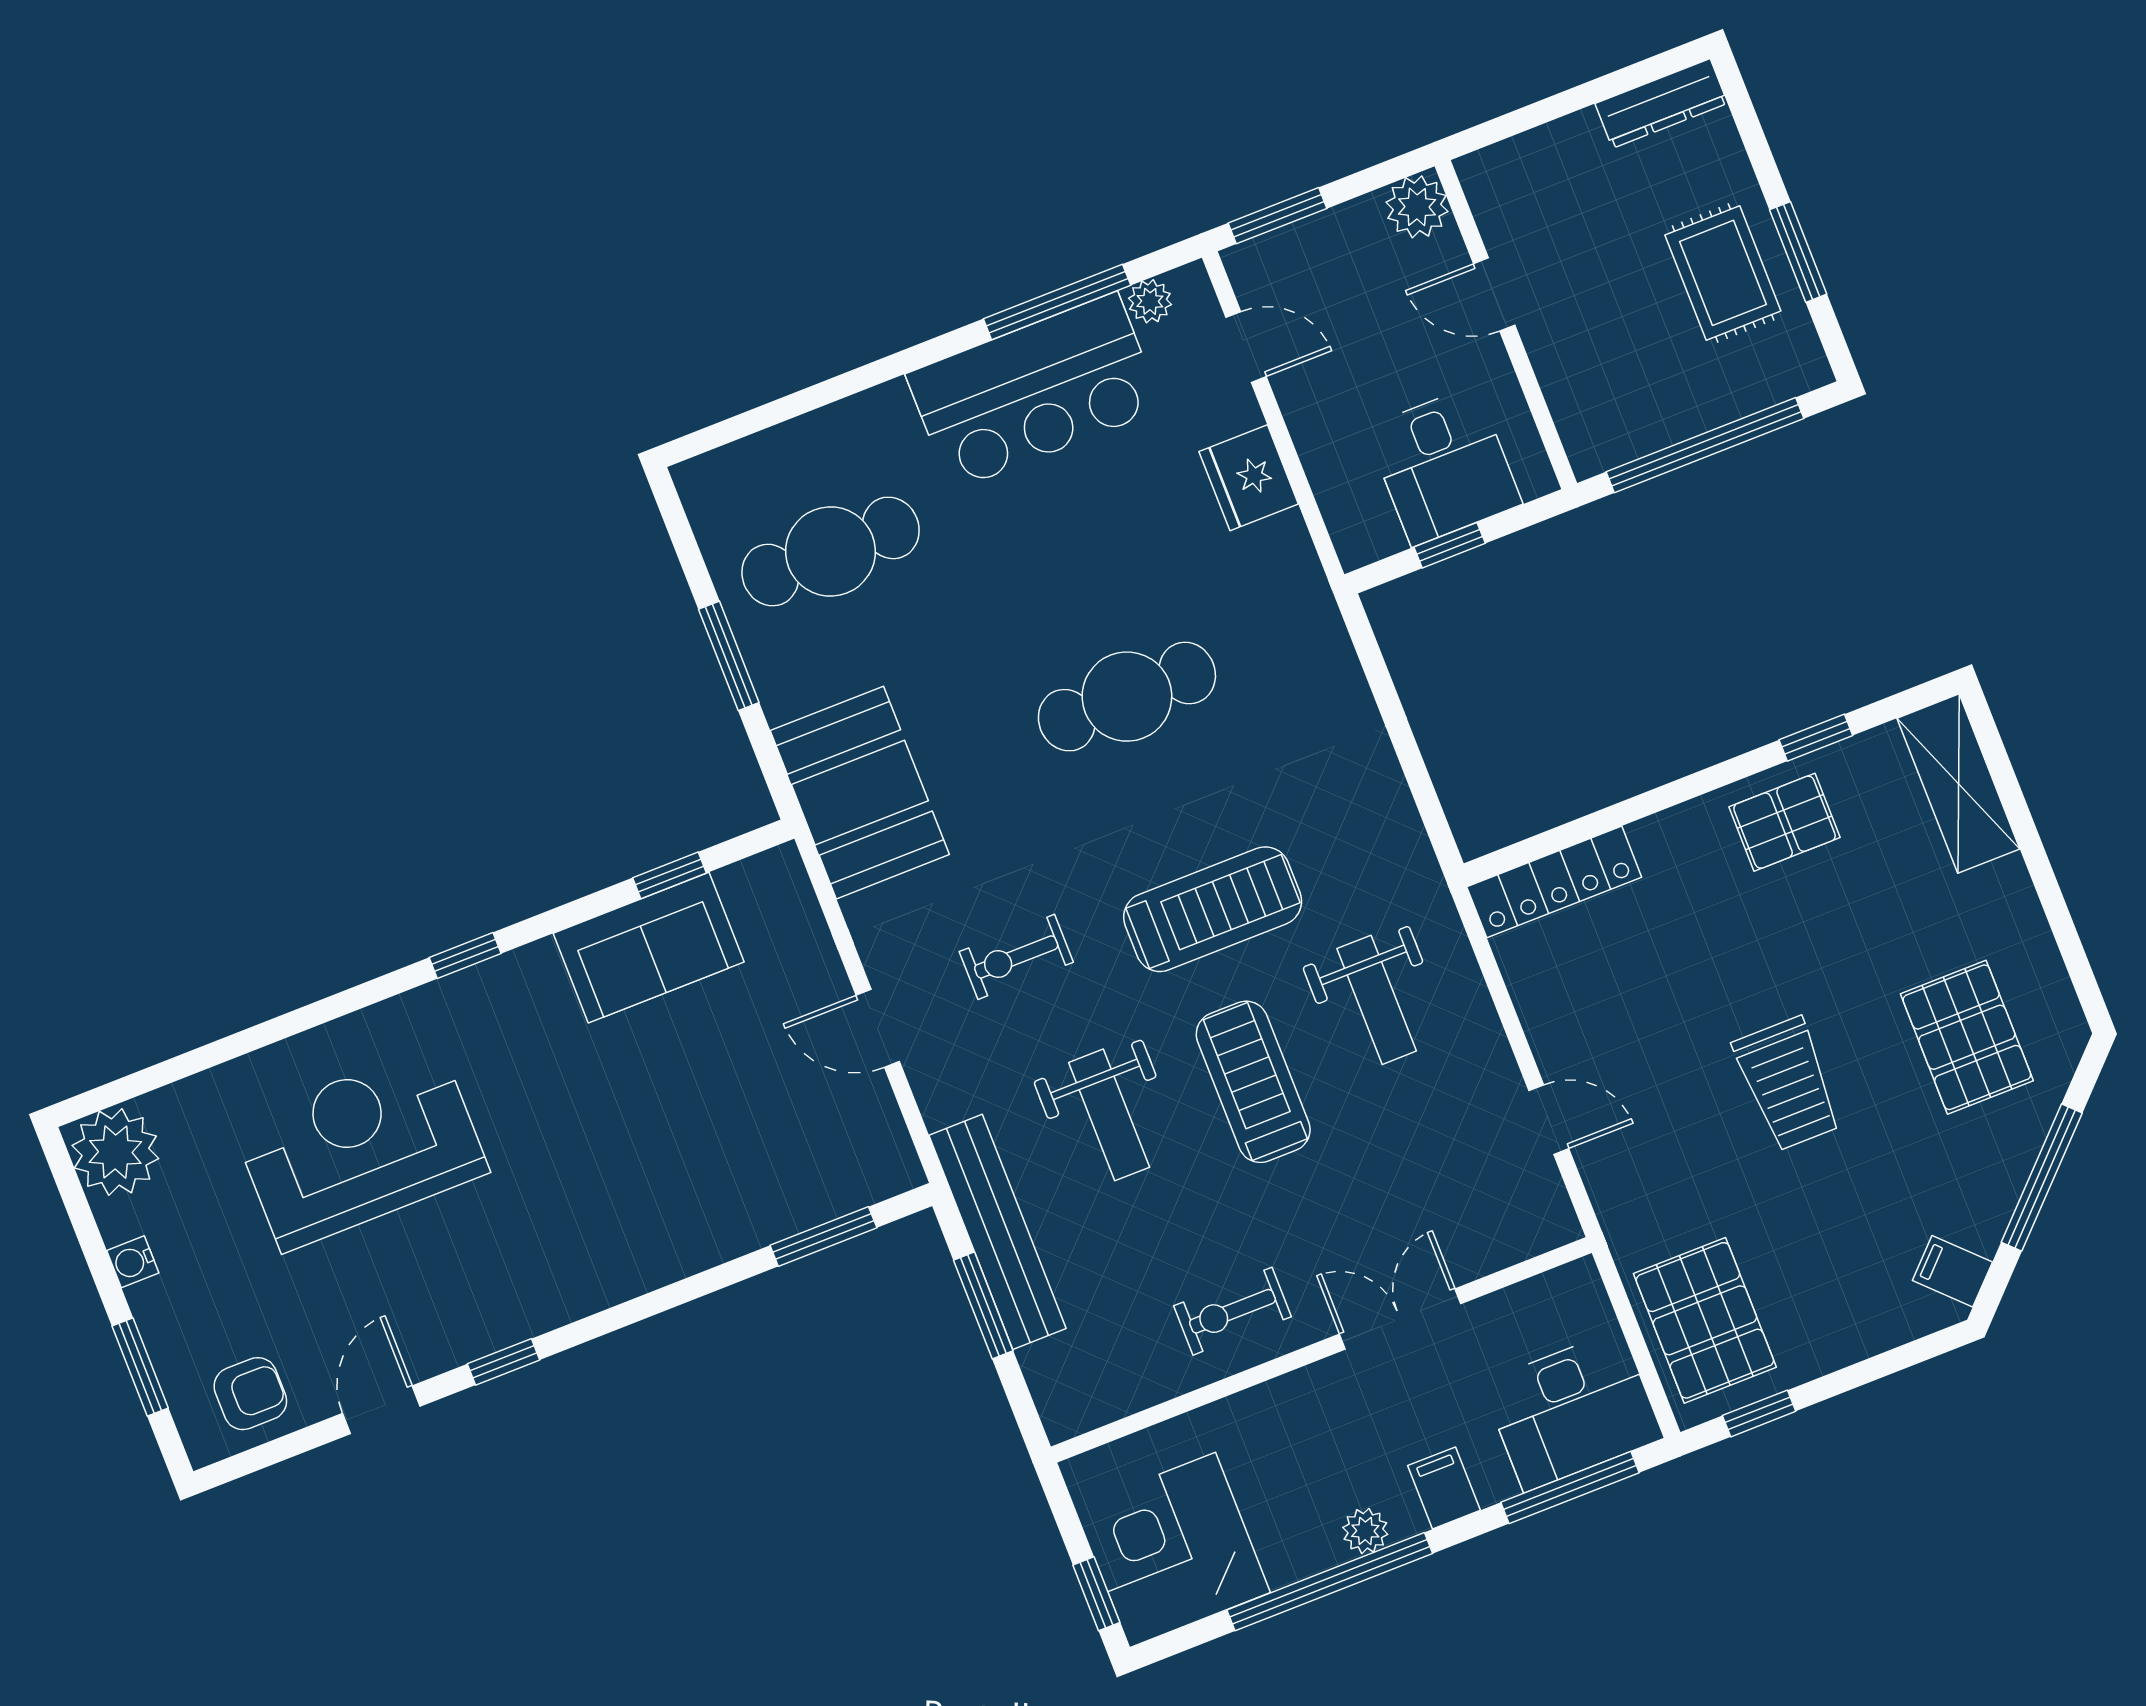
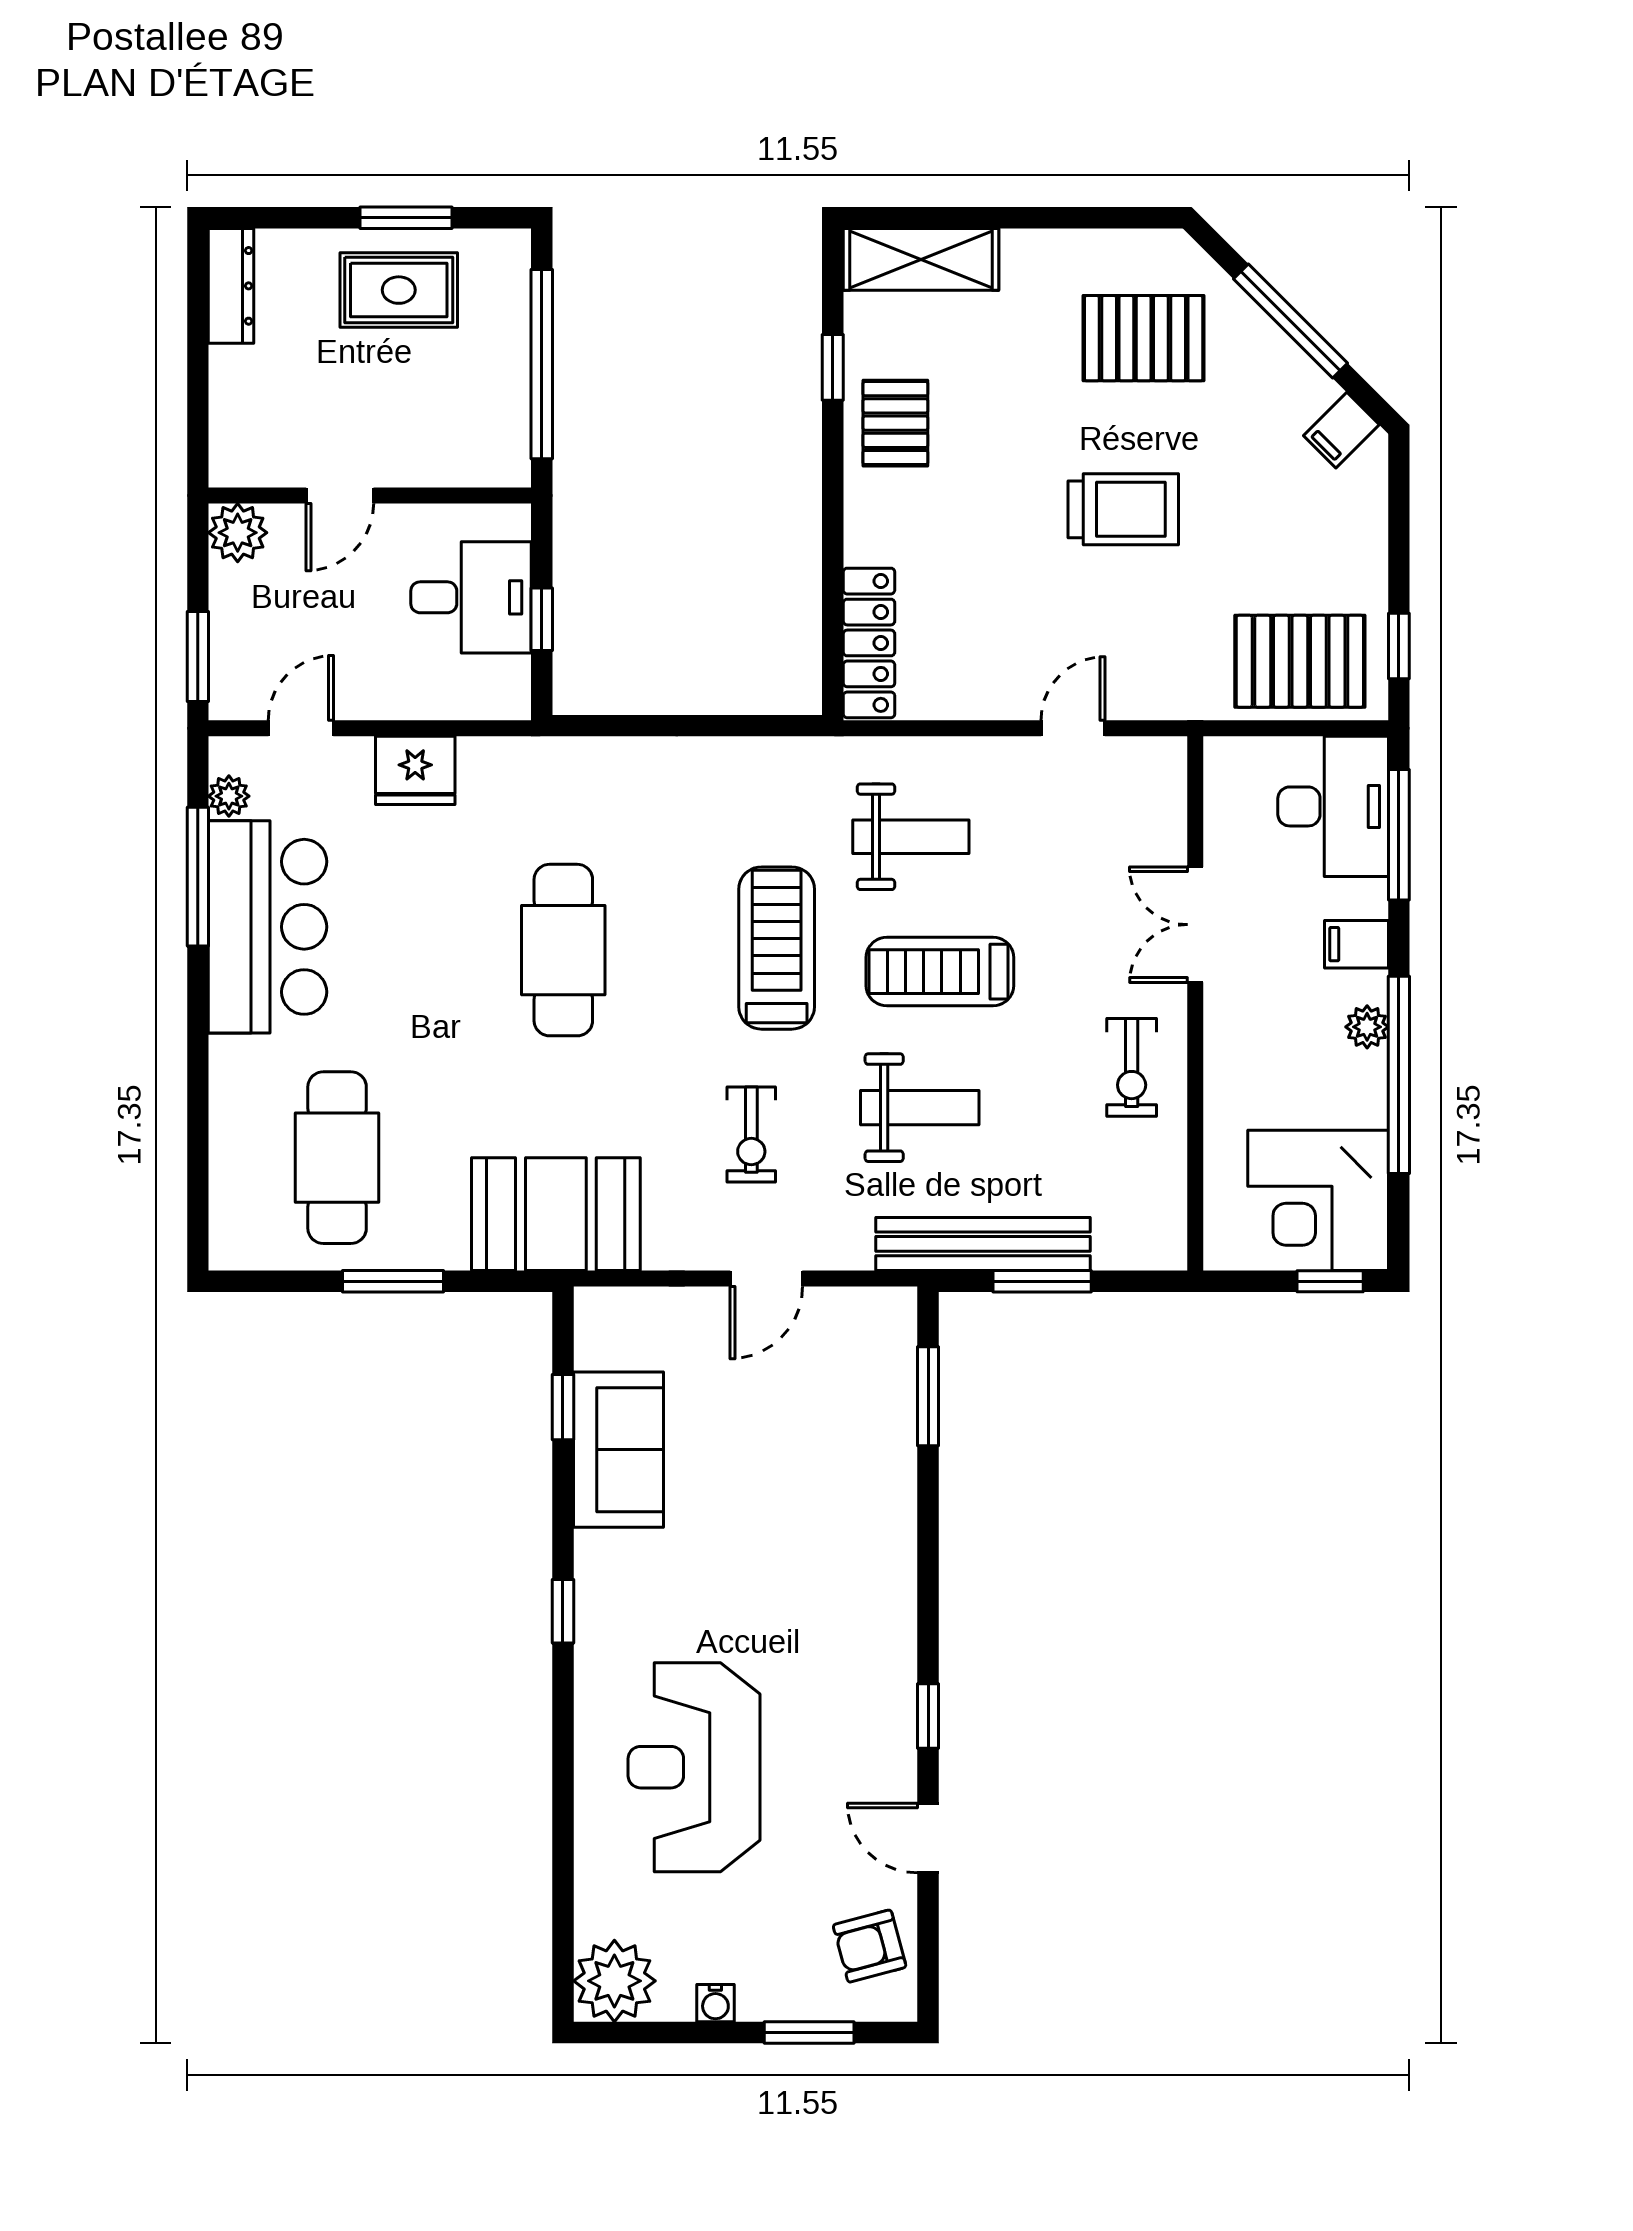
armchair: (250, 1394) -> (870, 1946), turned -105

